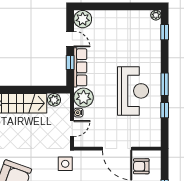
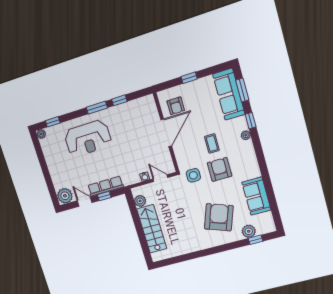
door: (70, 39) -> (85, 202), hinge flipped
reception desk: (133, 91) -> (88, 138), moved, turned 180
plant: (84, 98) -> (130, 176), removed

